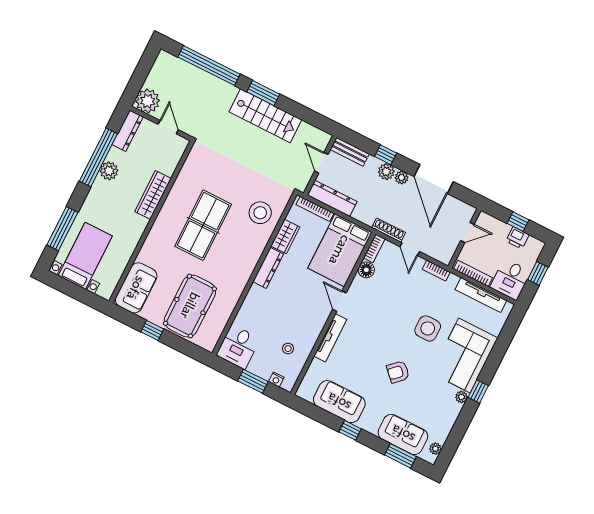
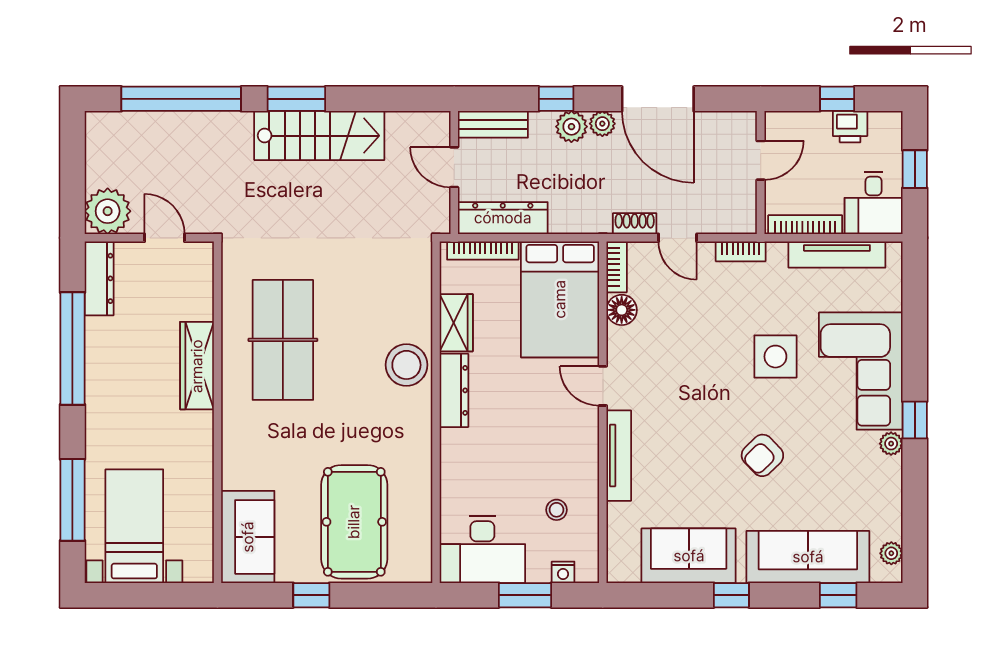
plant: (109, 171) -> (102, 362), removed
stool: (260, 213) -> (406, 365), moved
table tennis table: (203, 225) -> (283, 340), moved
shoe rack: (389, 230) -> (635, 224), width x0.70
desk: (238, 347) -> (482, 549), width x1.37
sofa: (403, 434) -> (808, 557), width x1.36
window: (400, 456) -> (838, 595), width x0.67

